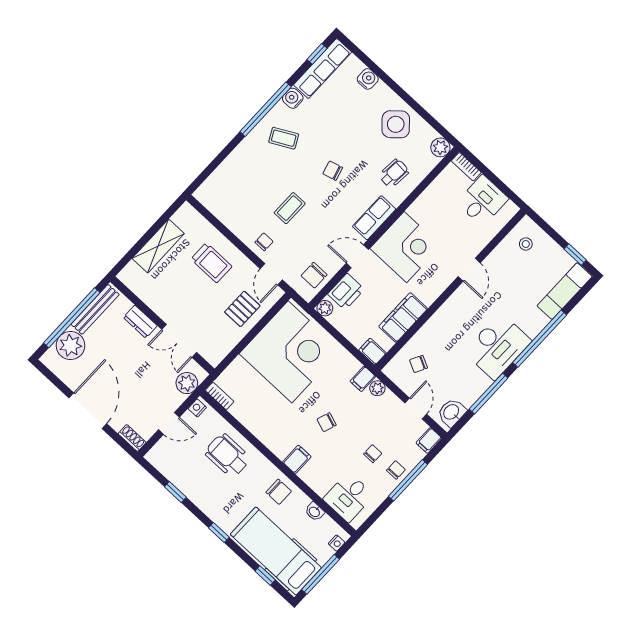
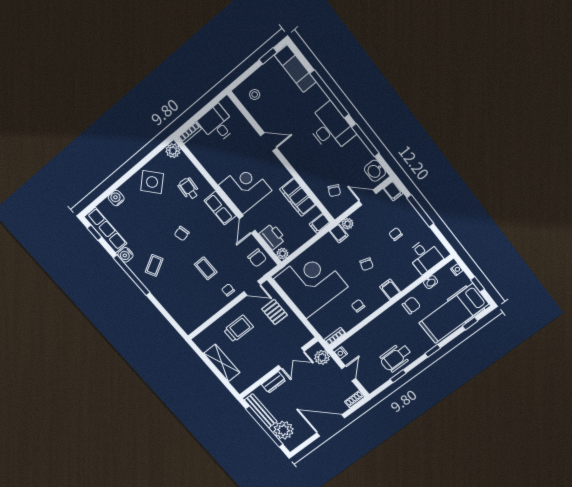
wheelchair: (228, 455) -> (396, 358), moved
chair: (396, 470) -> (358, 306), moved
window: (321, 574) -> (477, 284), width x0.46

